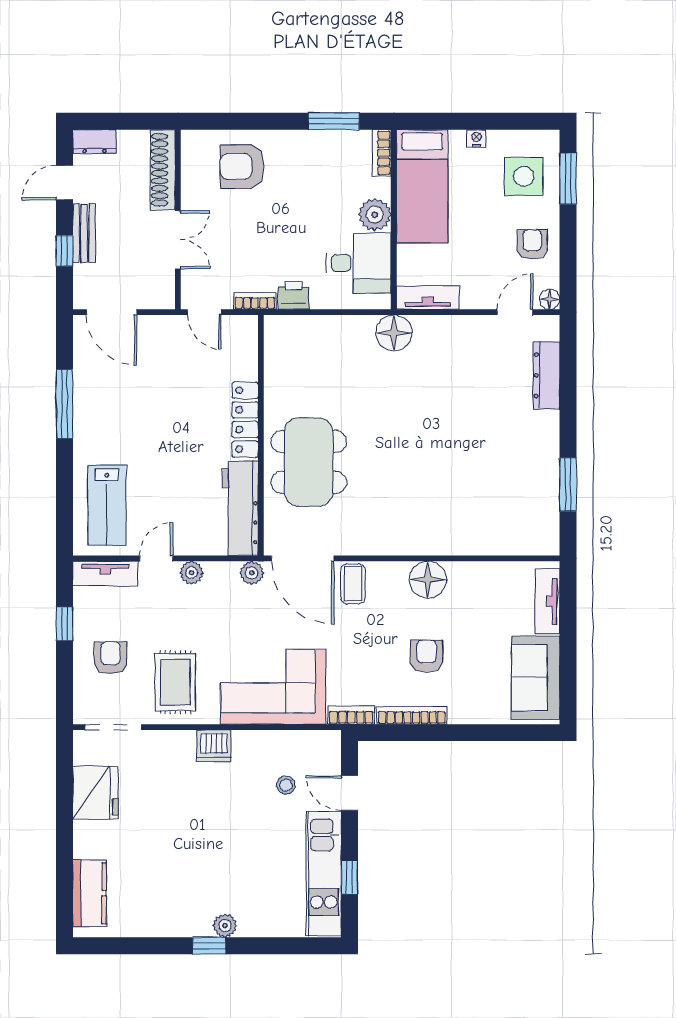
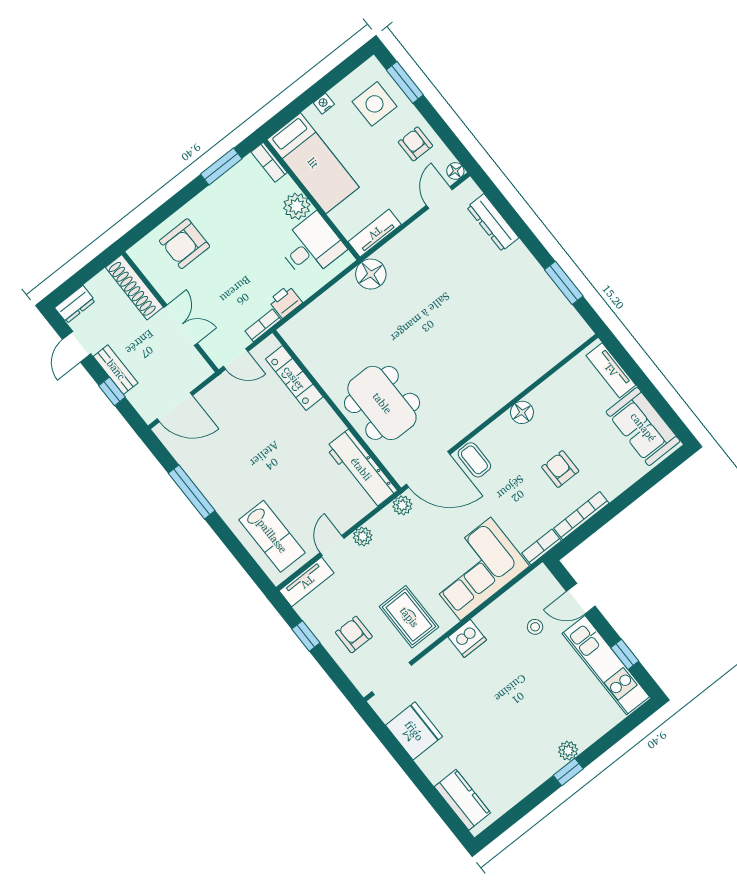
locker: (245, 420) -> (294, 378), moved
floor lamp: (428, 580) -> (522, 412), width x0.73, depth x0.73

